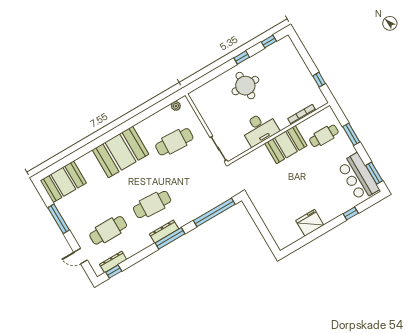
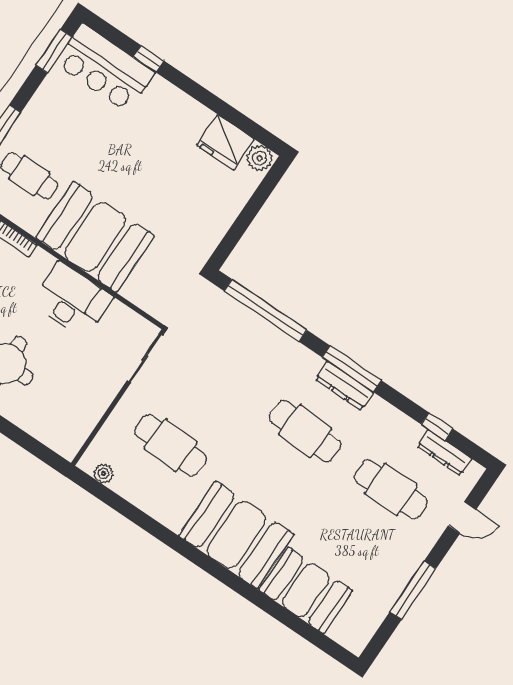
booth: (286, 145) -> (95, 237), width x1.36, depth x1.42
bar counter: (358, 177) -> (105, 68), moved, turned 90
booth: (63, 182) -> (306, 590), moved
fridge: (310, 223) -> (226, 142), moved
plant: (283, 242) -> (260, 158), added
door: (81, 256) -> (462, 518), hinge flipped
window: (114, 272) -> (437, 427), moved

